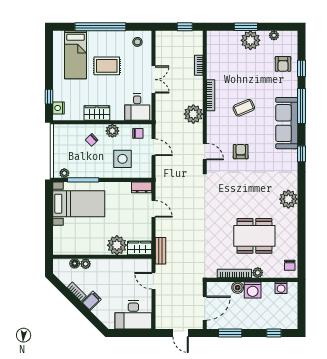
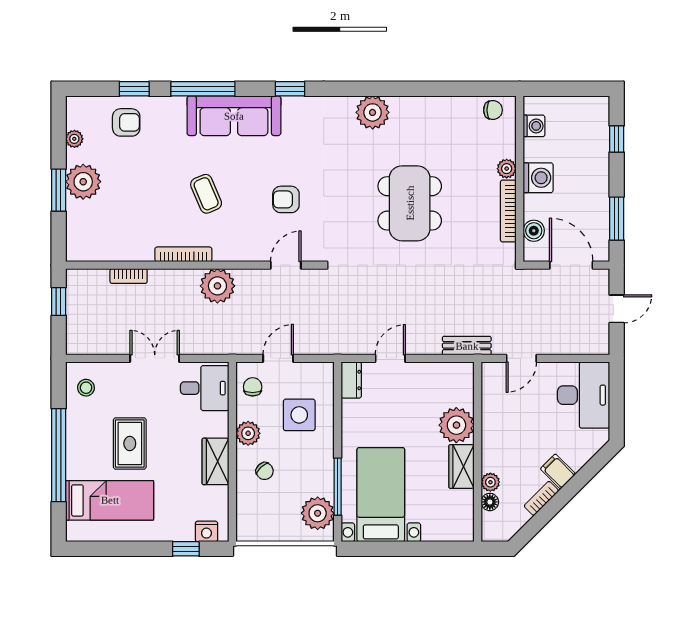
plant: (64, 173) -> (318, 513), width x1.88, depth x1.88
dining table: (254, 236) -> (410, 203), moved
wardrobe: (140, 248) -> (462, 466), moved
boiler: (238, 288) -> (534, 231), moved

